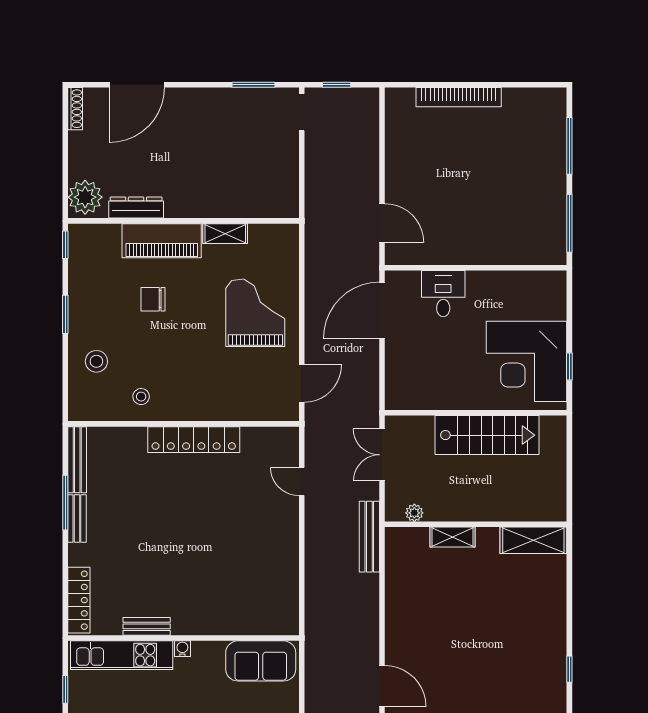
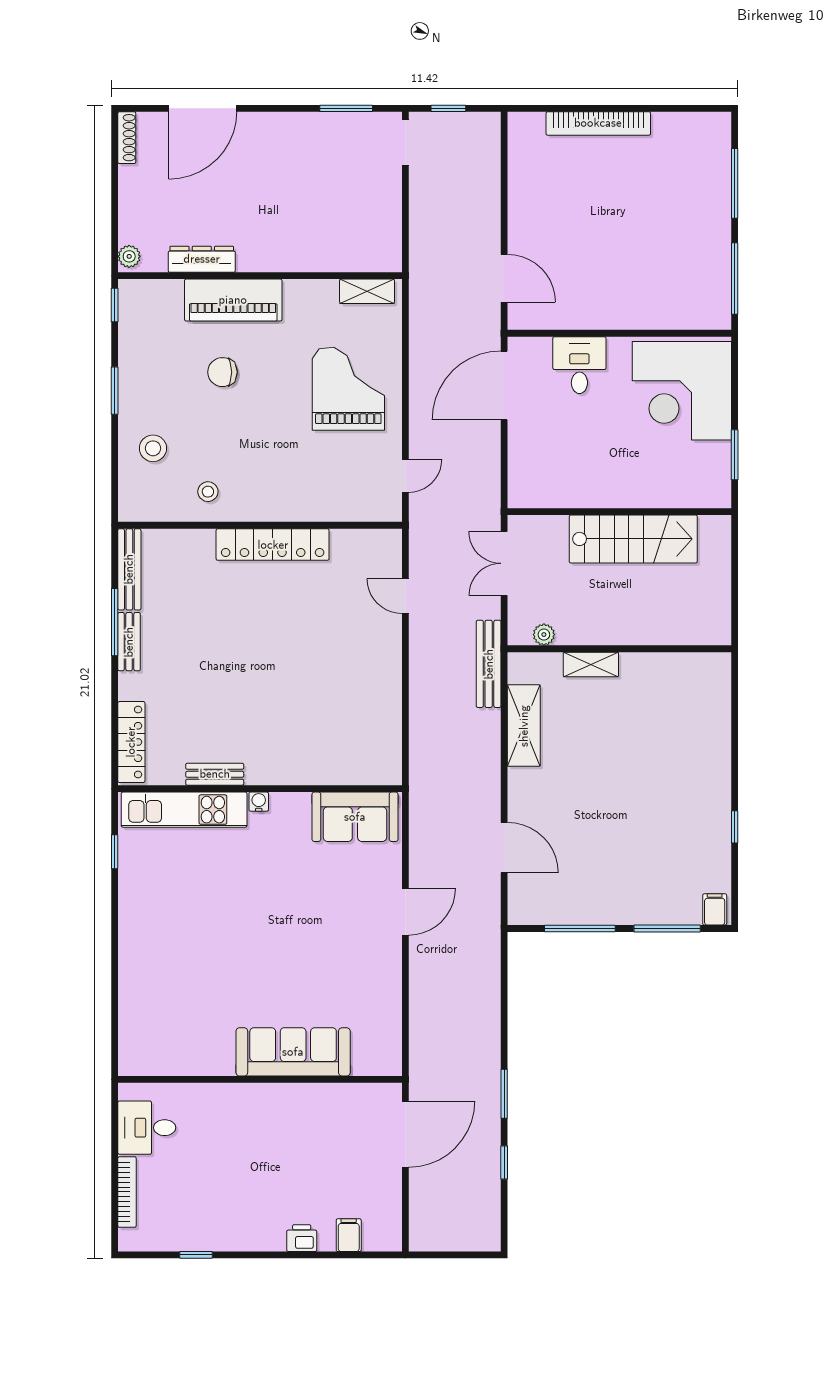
plant: (85, 197) -> (129, 256), width x0.53, depth x0.53
shelving: (225, 234) -> (367, 291), moved
corner desk: (527, 361) -> (682, 391), moved
window: (569, 367) -> (735, 455), width x1.50
door: (302, 384) -> (405, 476), width x0.73
shelving: (533, 540) -> (524, 726), moved, turned 90

